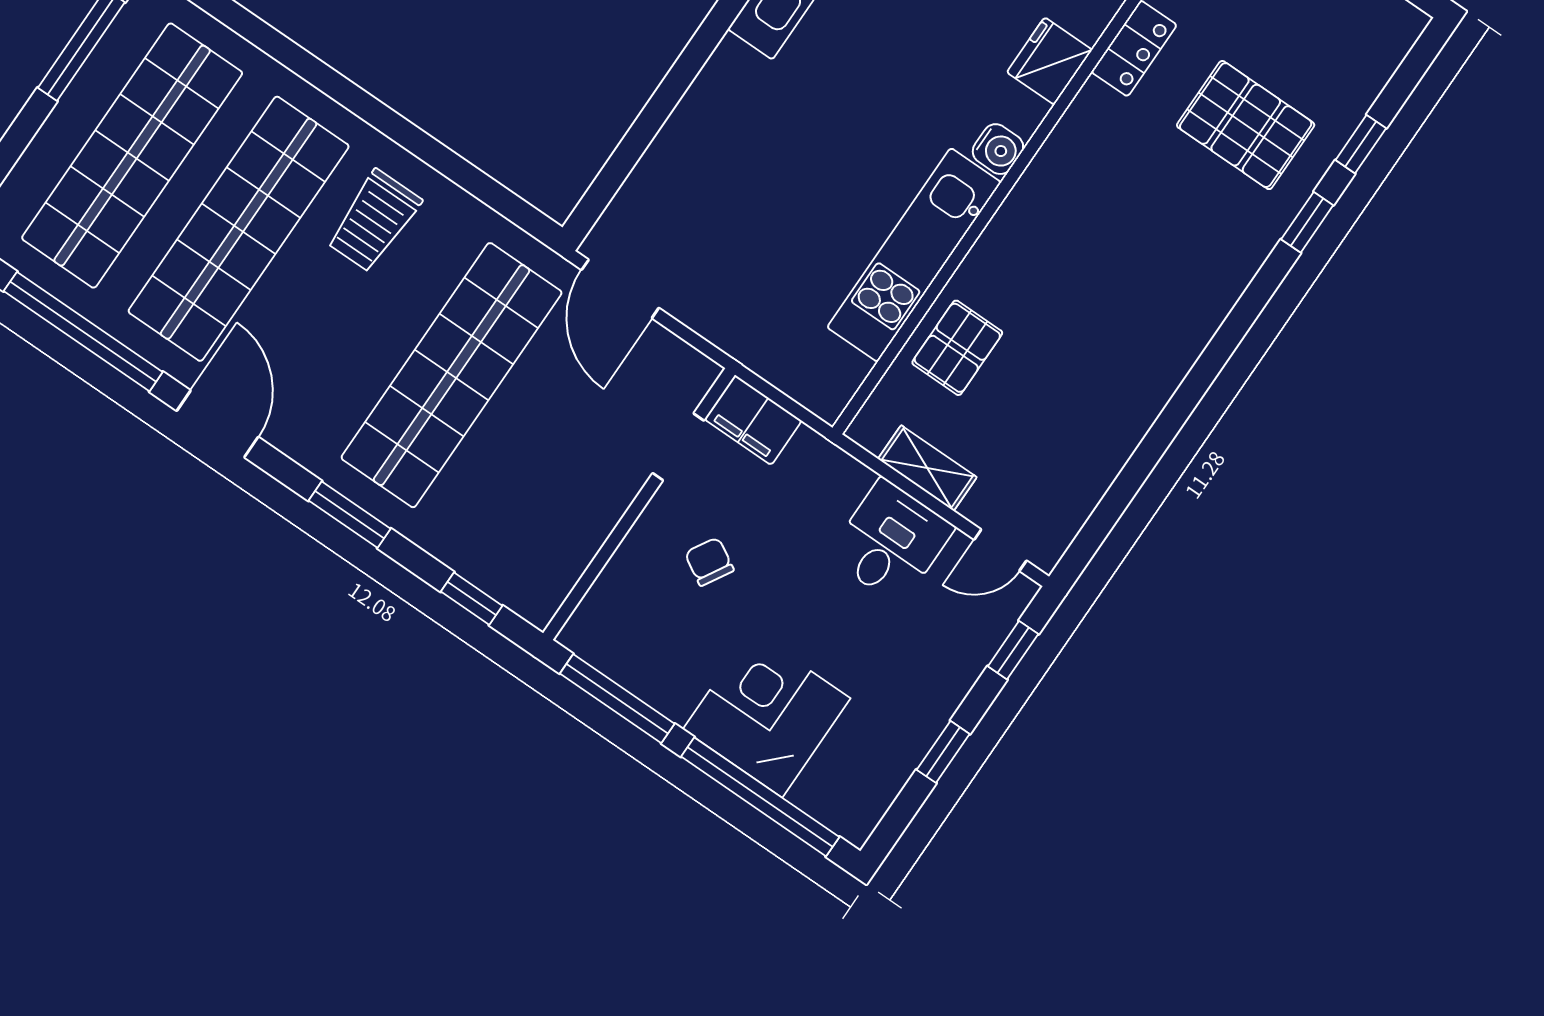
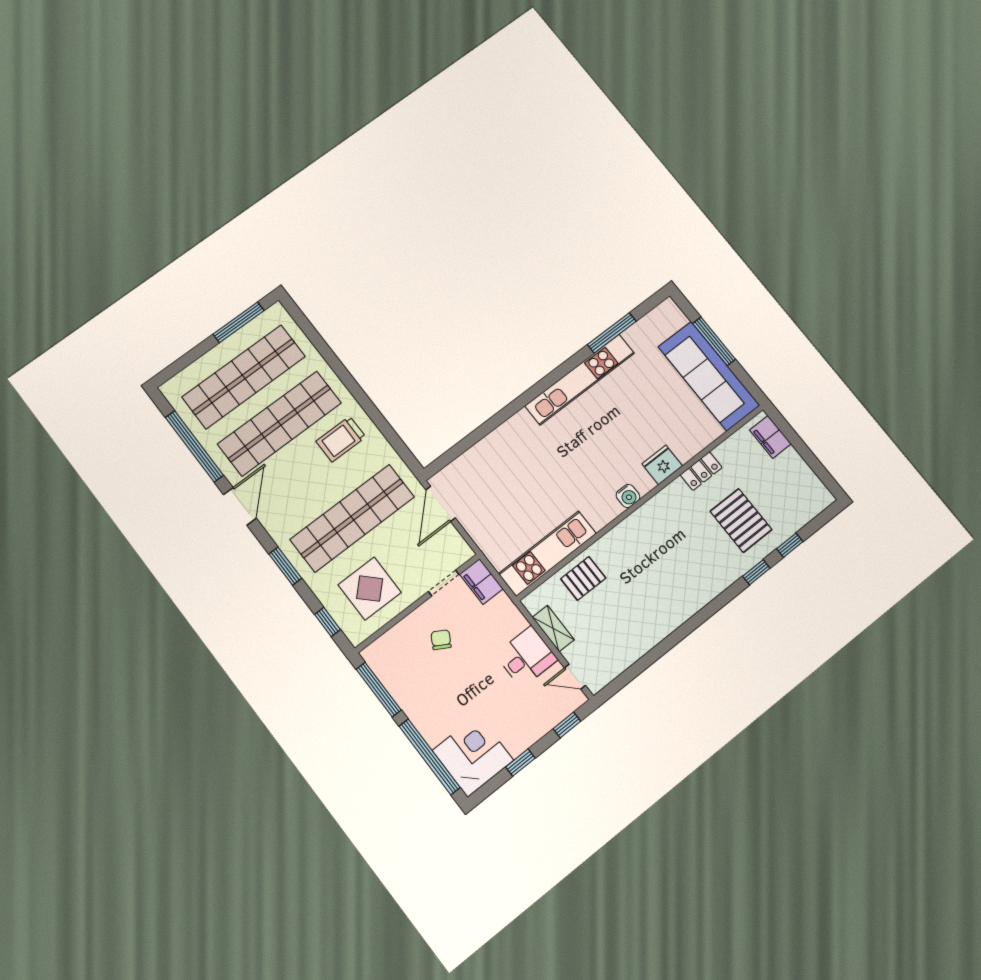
kitchen unit: (914, 255) -> (547, 554), moved
display table: (533, 505) -> (370, 589), added
corner desk: (767, 714) -> (473, 755), moved

